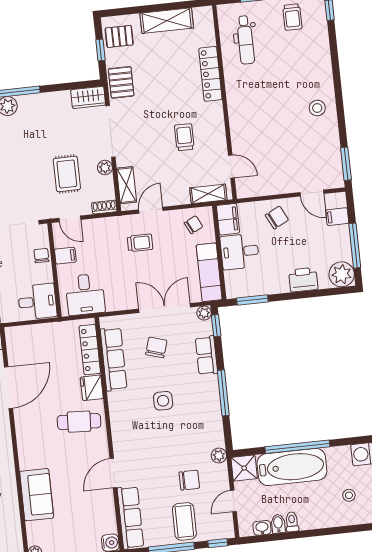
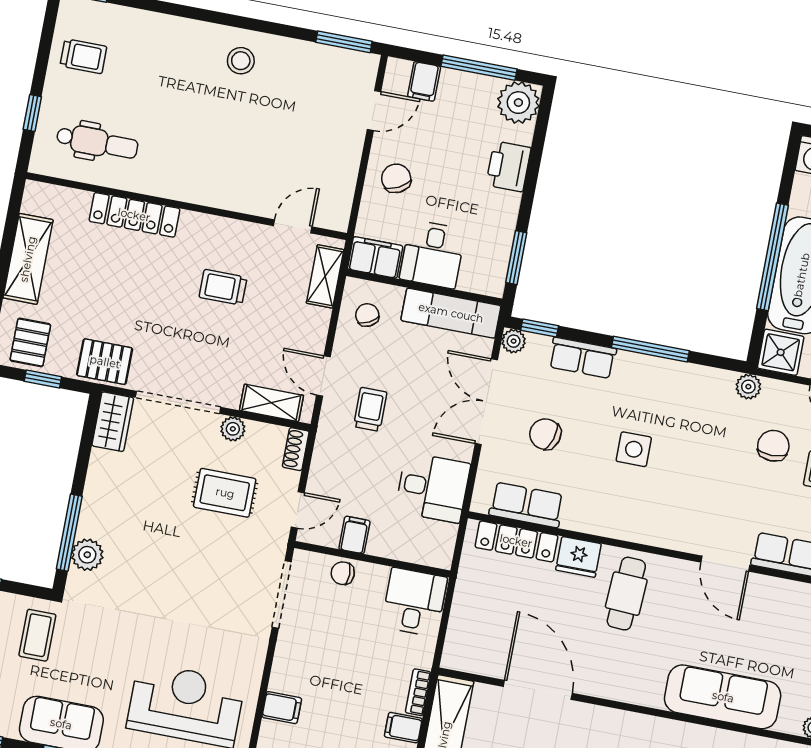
desk: (85, 294) -> (433, 488), moved
row of seats: (114, 359) -> (526, 505), width x0.68
sofa: (37, 495) -> (723, 697), width x1.36

